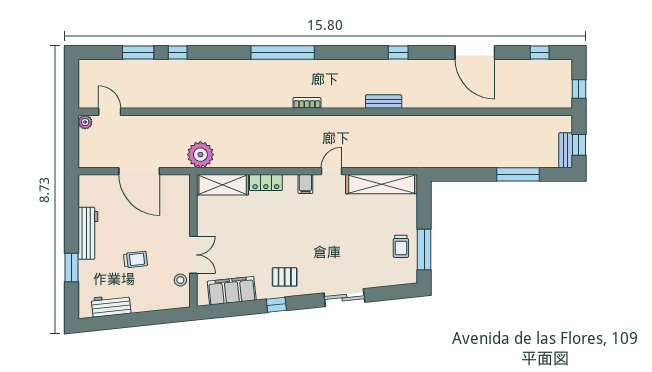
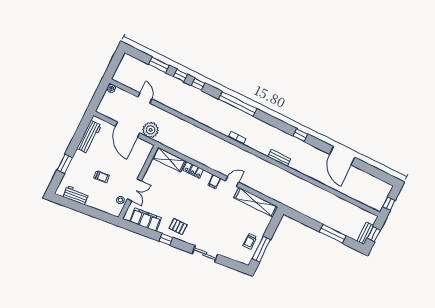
window: (540, 52) -> (198, 84), moved
door: (110, 112) -> (145, 98), moved
plant: (200, 155) -> (151, 130), moved
workbench: (88, 233) -> (89, 137), moved

